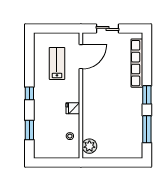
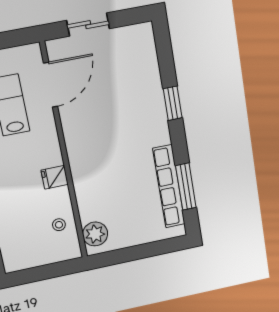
row of seats: (137, 63) -> (169, 186), moved
window: (147, 95) -> (173, 103), moved

